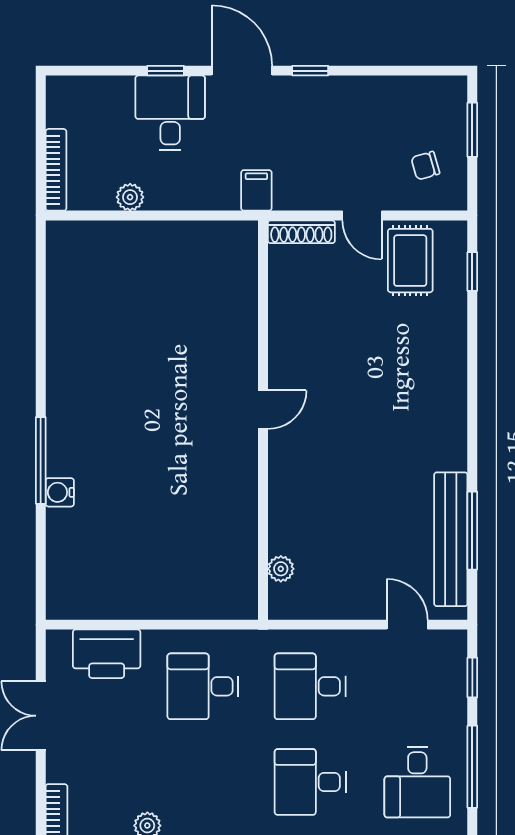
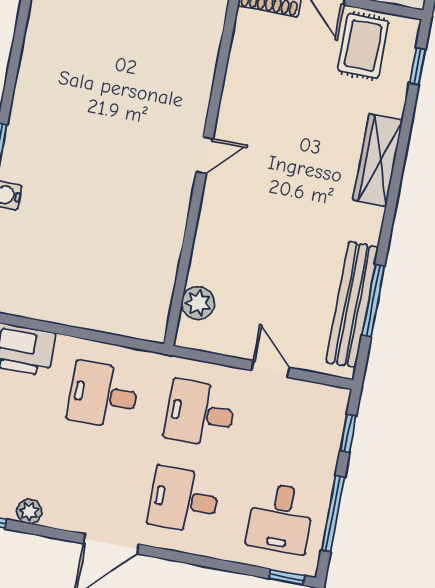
wardrobe: (449, 380) -> (378, 160), added
plant: (281, 569) -> (198, 303), width x1.38, depth x1.38
door: (407, 625) -> (270, 369), moved

